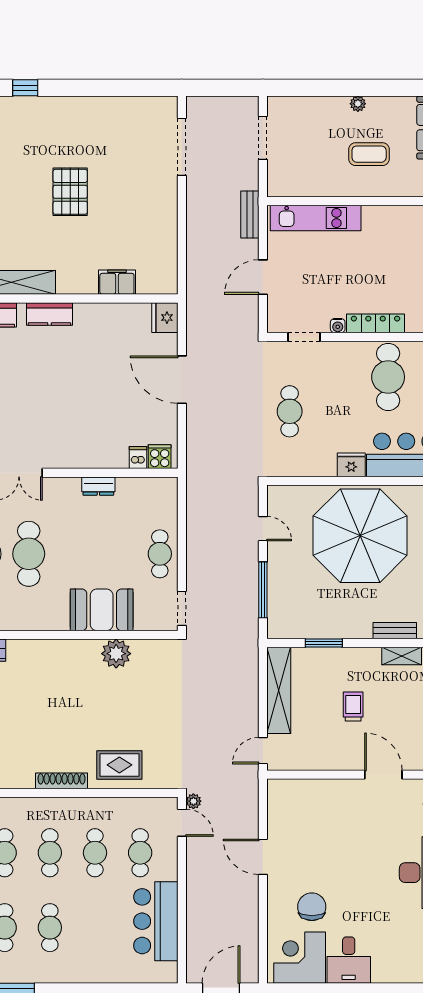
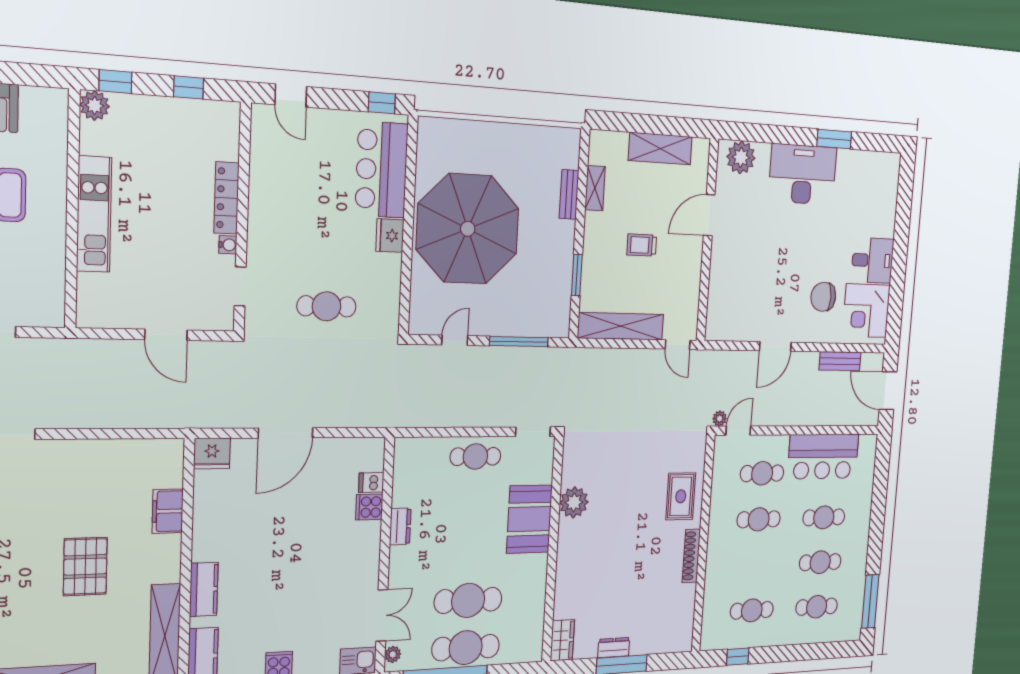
pallet: (70, 192) -> (85, 567), moved, turned 90
bench: (250, 214) -> (840, 361), moved
kitchen unit: (316, 218) -> (94, 214), moved
cafe table: (388, 377) -> (291, 186), removed
cooker: (160, 457) -> (369, 507), moved
cafe table: (50, 853) -> (824, 517), moved

